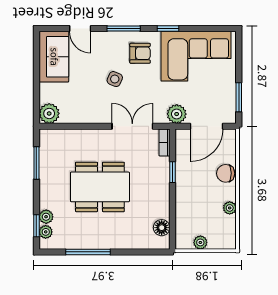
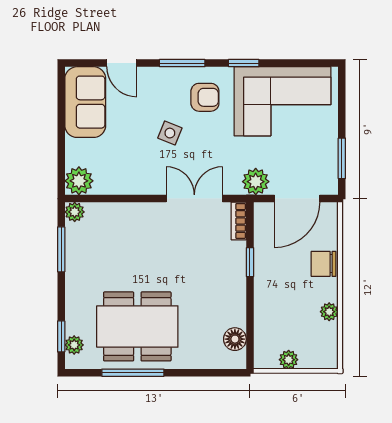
dining table: (100, 187) -> (137, 326), moved
plant: (46, 217) -> (75, 212), moved

